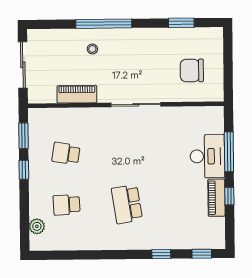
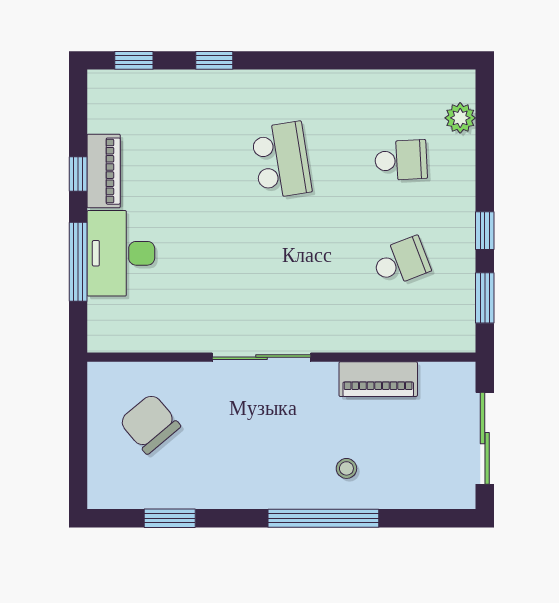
chair: (192, 71) -> (150, 424), turned -130
school desk: (66, 153) -> (401, 262), turned -30

